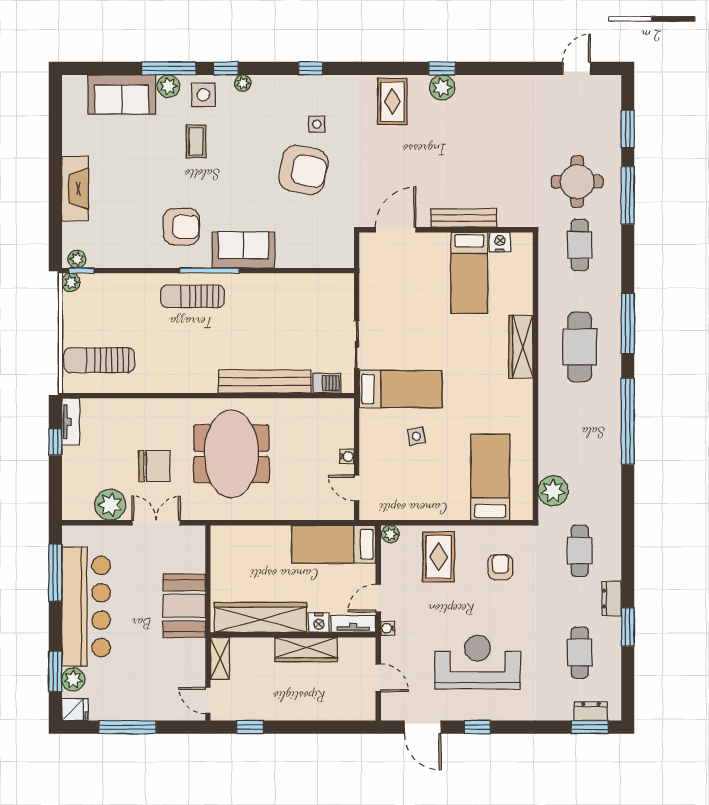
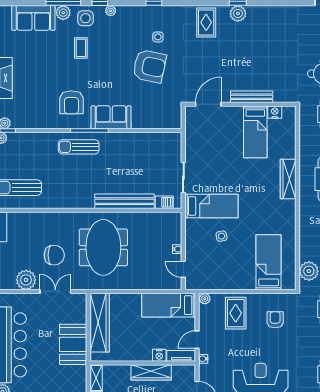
armchair: (181, 227) -> (71, 102), turned 90
wardrobe: (260, 617) -> (100, 323), moved, turned 90

